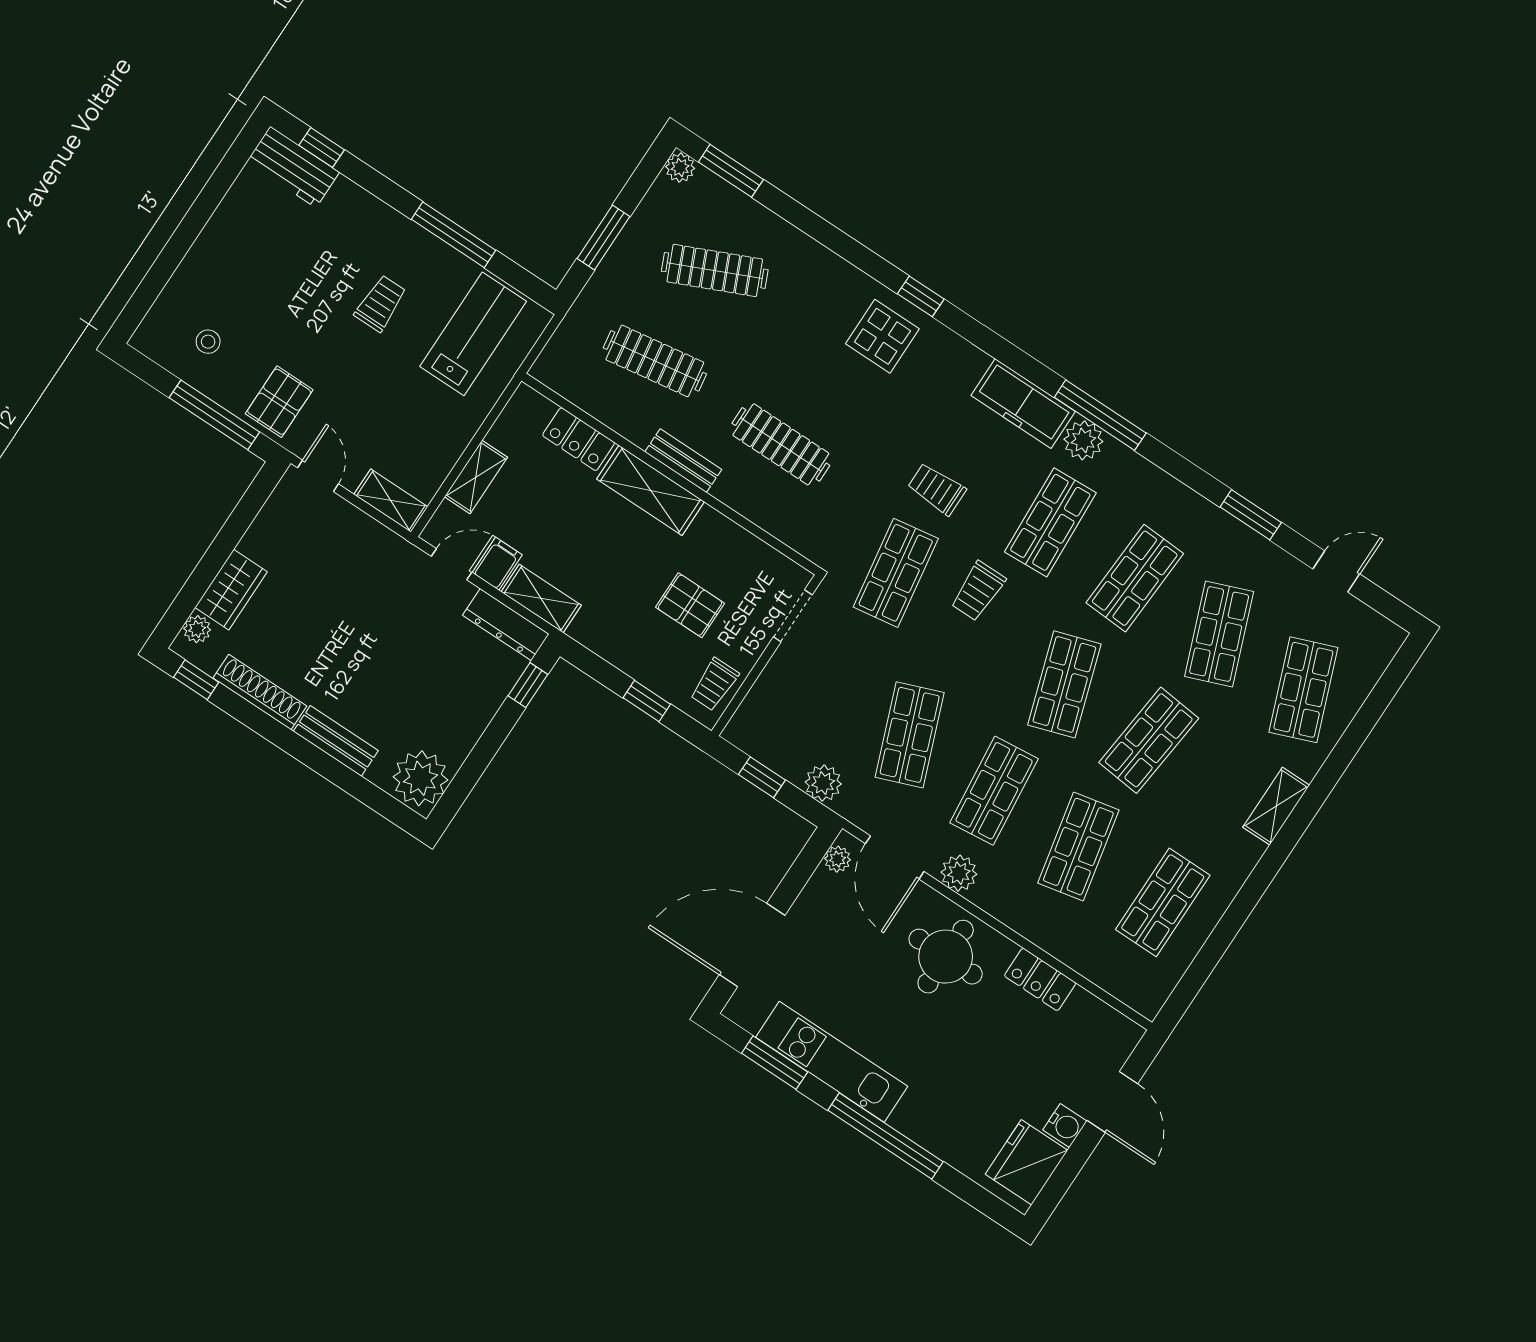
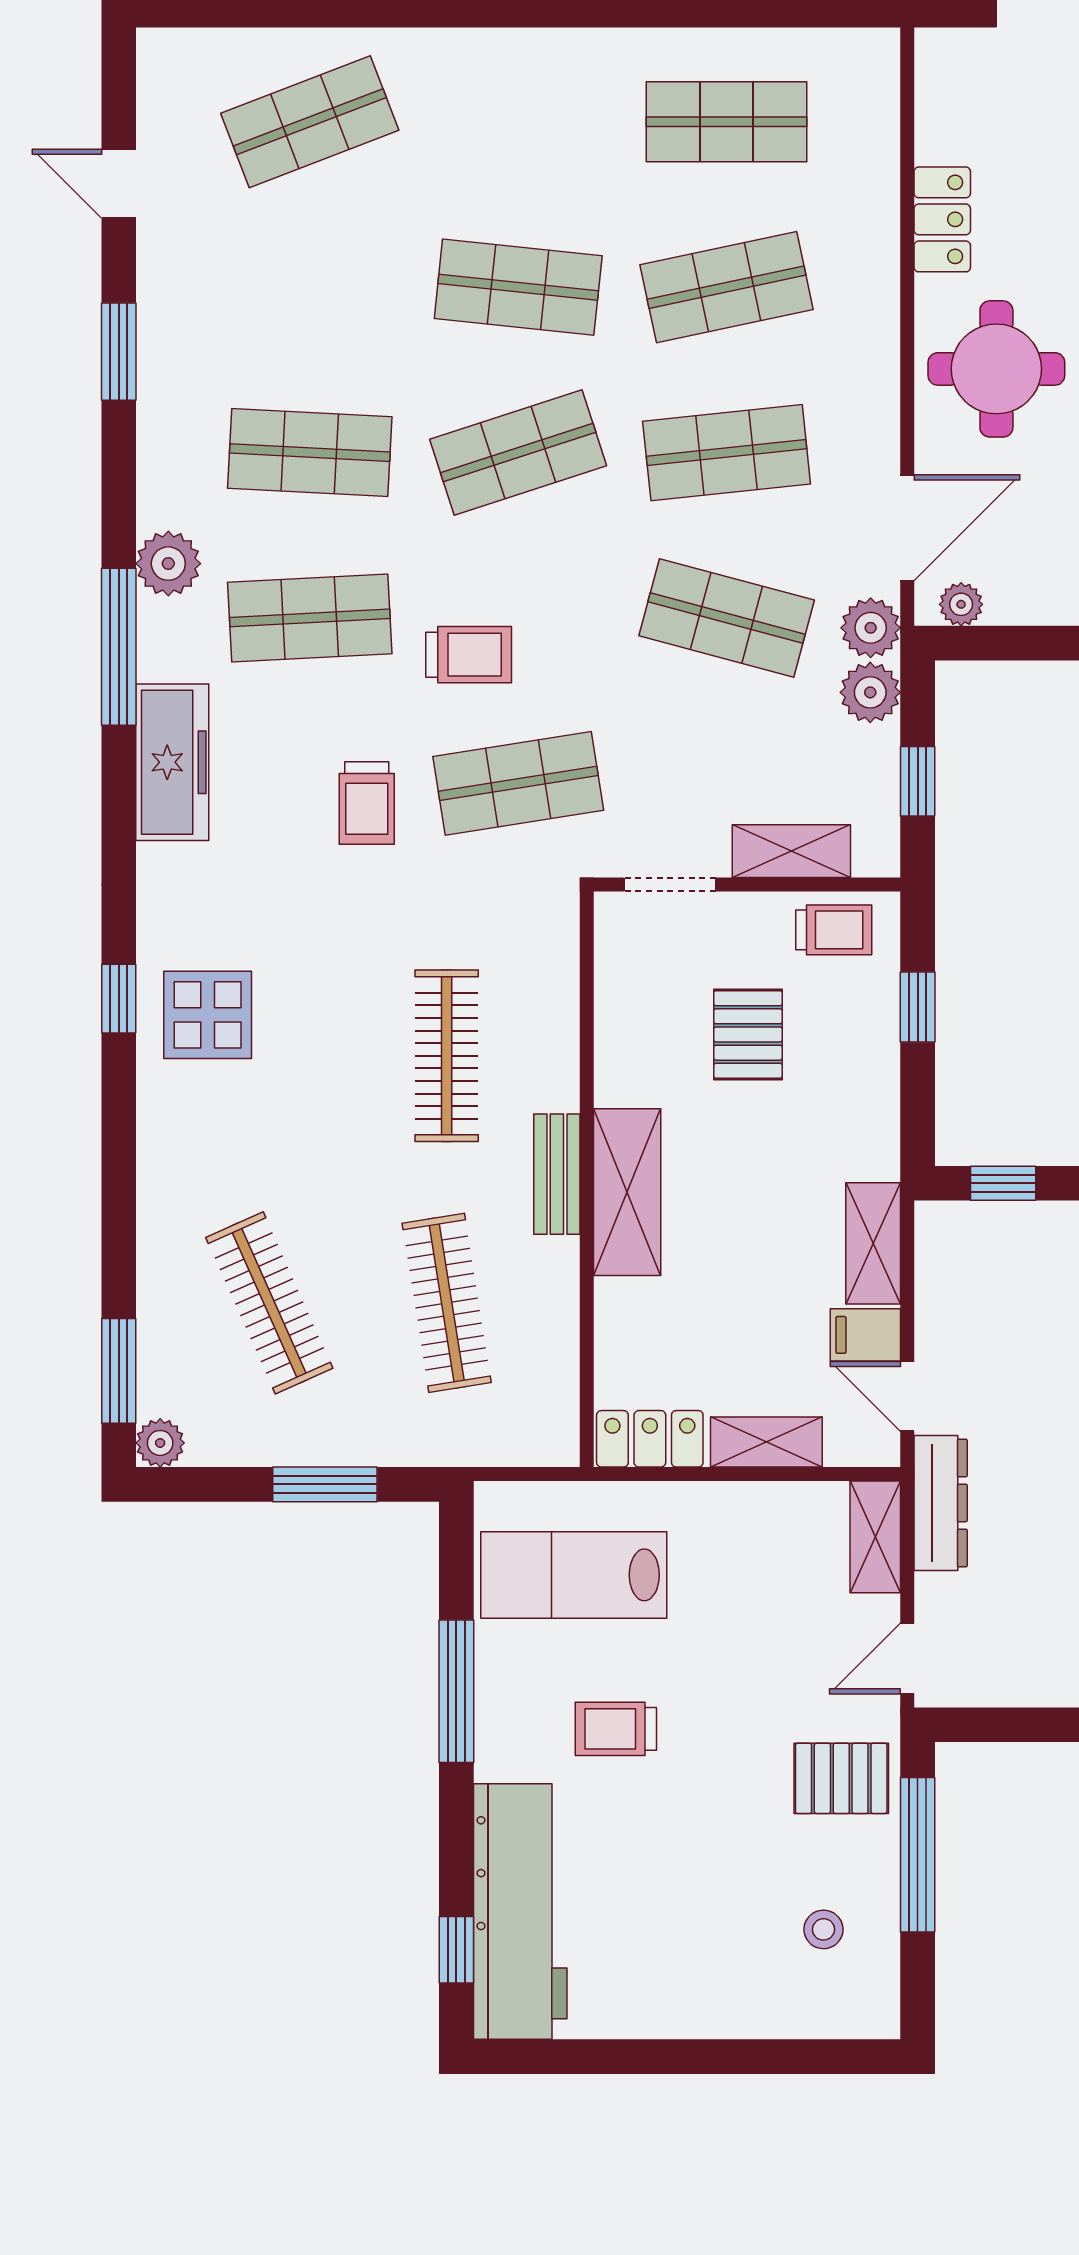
workbench: (293, 167) -> (520, 1912), width x1.88, depth x1.32
locker: (579, 439) -> (650, 1439), moved, turned -90
plant: (1083, 440) -> (168, 564), moved
dresser: (506, 625) -> (941, 1503), moved
shop shelf: (1219, 634) -> (310, 287), removed
shop shelf: (910, 735) -> (727, 618), turned 36
shelving: (1276, 806) -> (791, 851), moved
plant: (959, 873) -> (871, 628), moved

